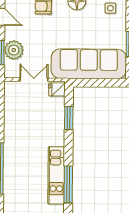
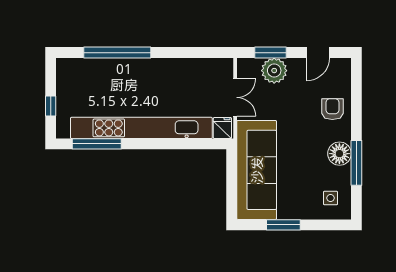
window: (69, 118) -> (185, 144), removed
kitchen unit: (56, 175) -> (141, 128), width x1.86

